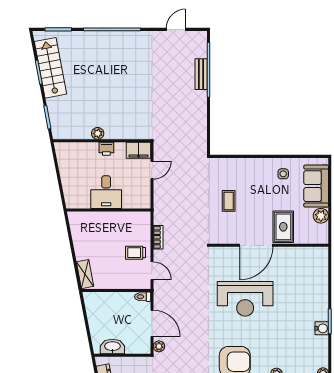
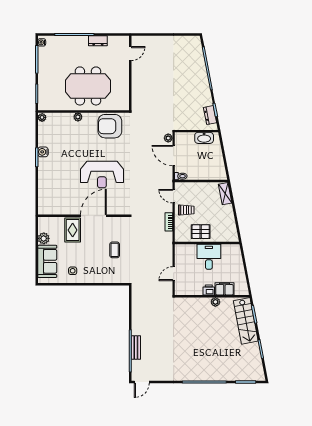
door: (176, 29) -> (142, 382), moved
stairs: (50, 68) -> (246, 321), moved
filing cabinet: (138, 150) -> (224, 289), moved
pallet: (117, 225) -> (201, 232), added
reception desk: (245, 299) -> (102, 175), turned 180

